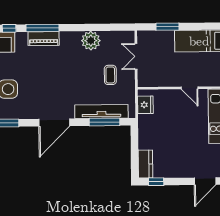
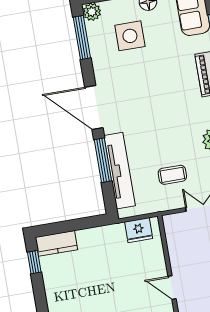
door: (189, 88) -> (172, 288), hinge flipped
window: (104, 122) -> (103, 160), moved

